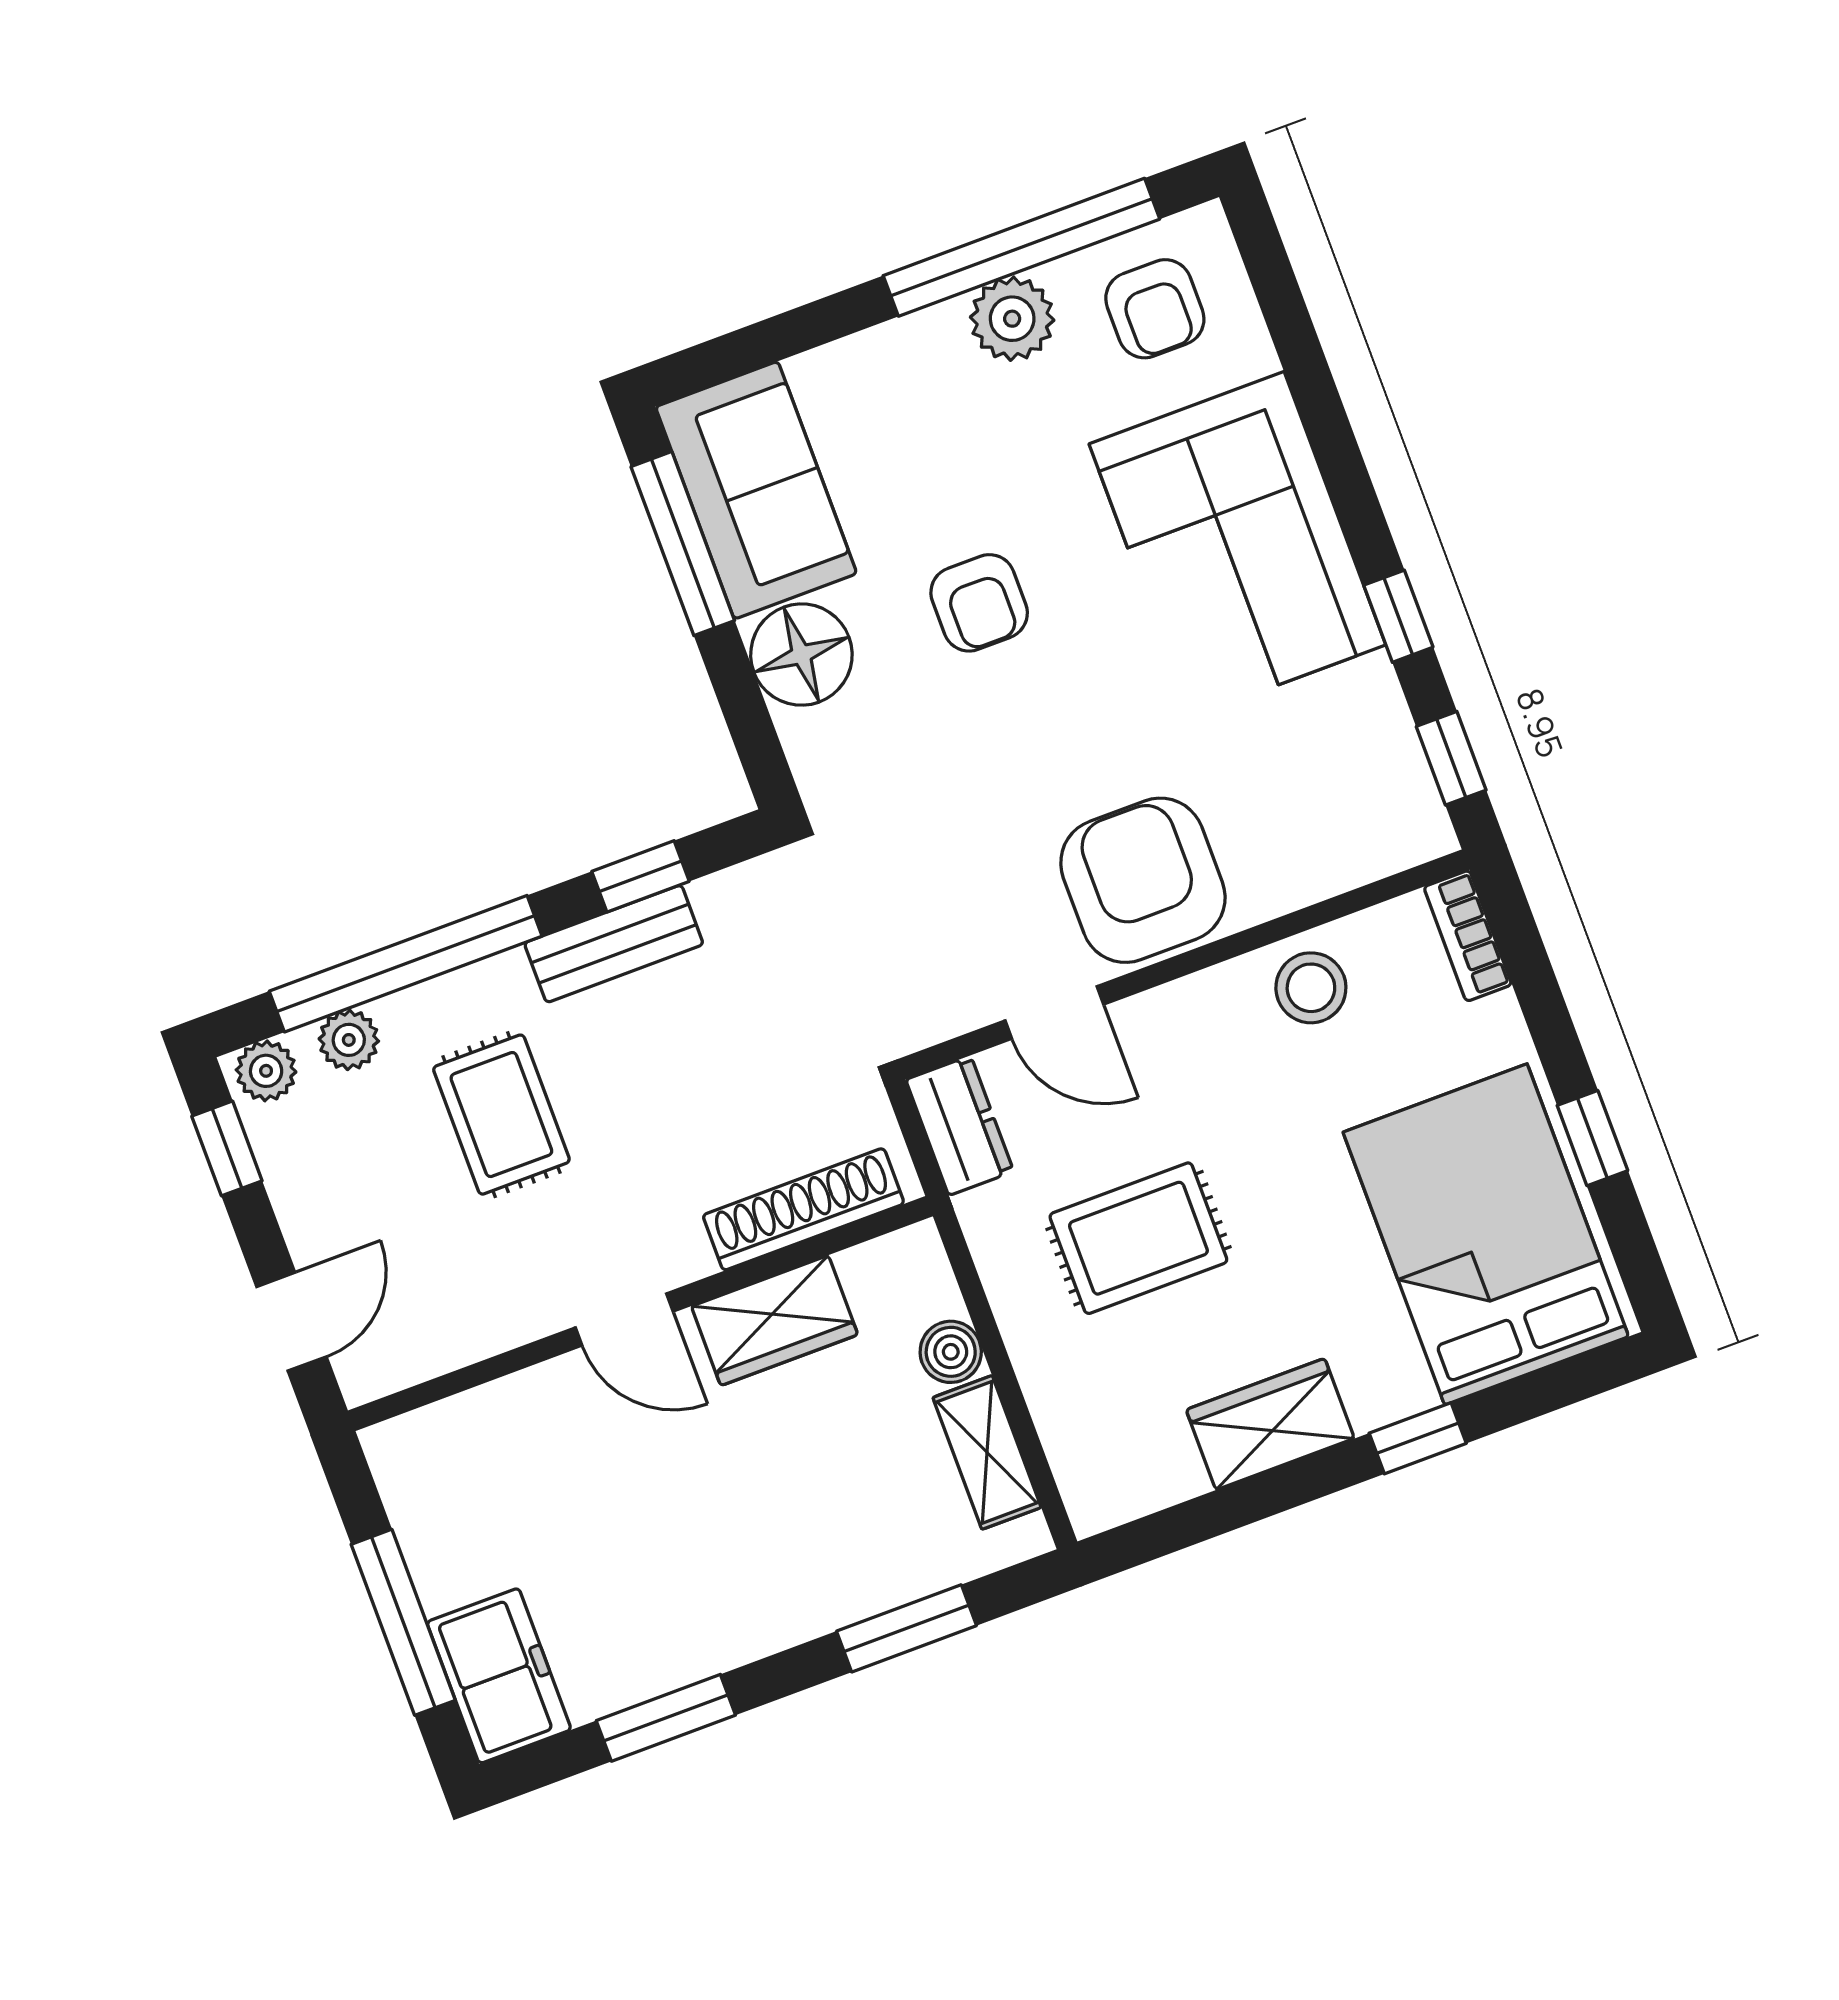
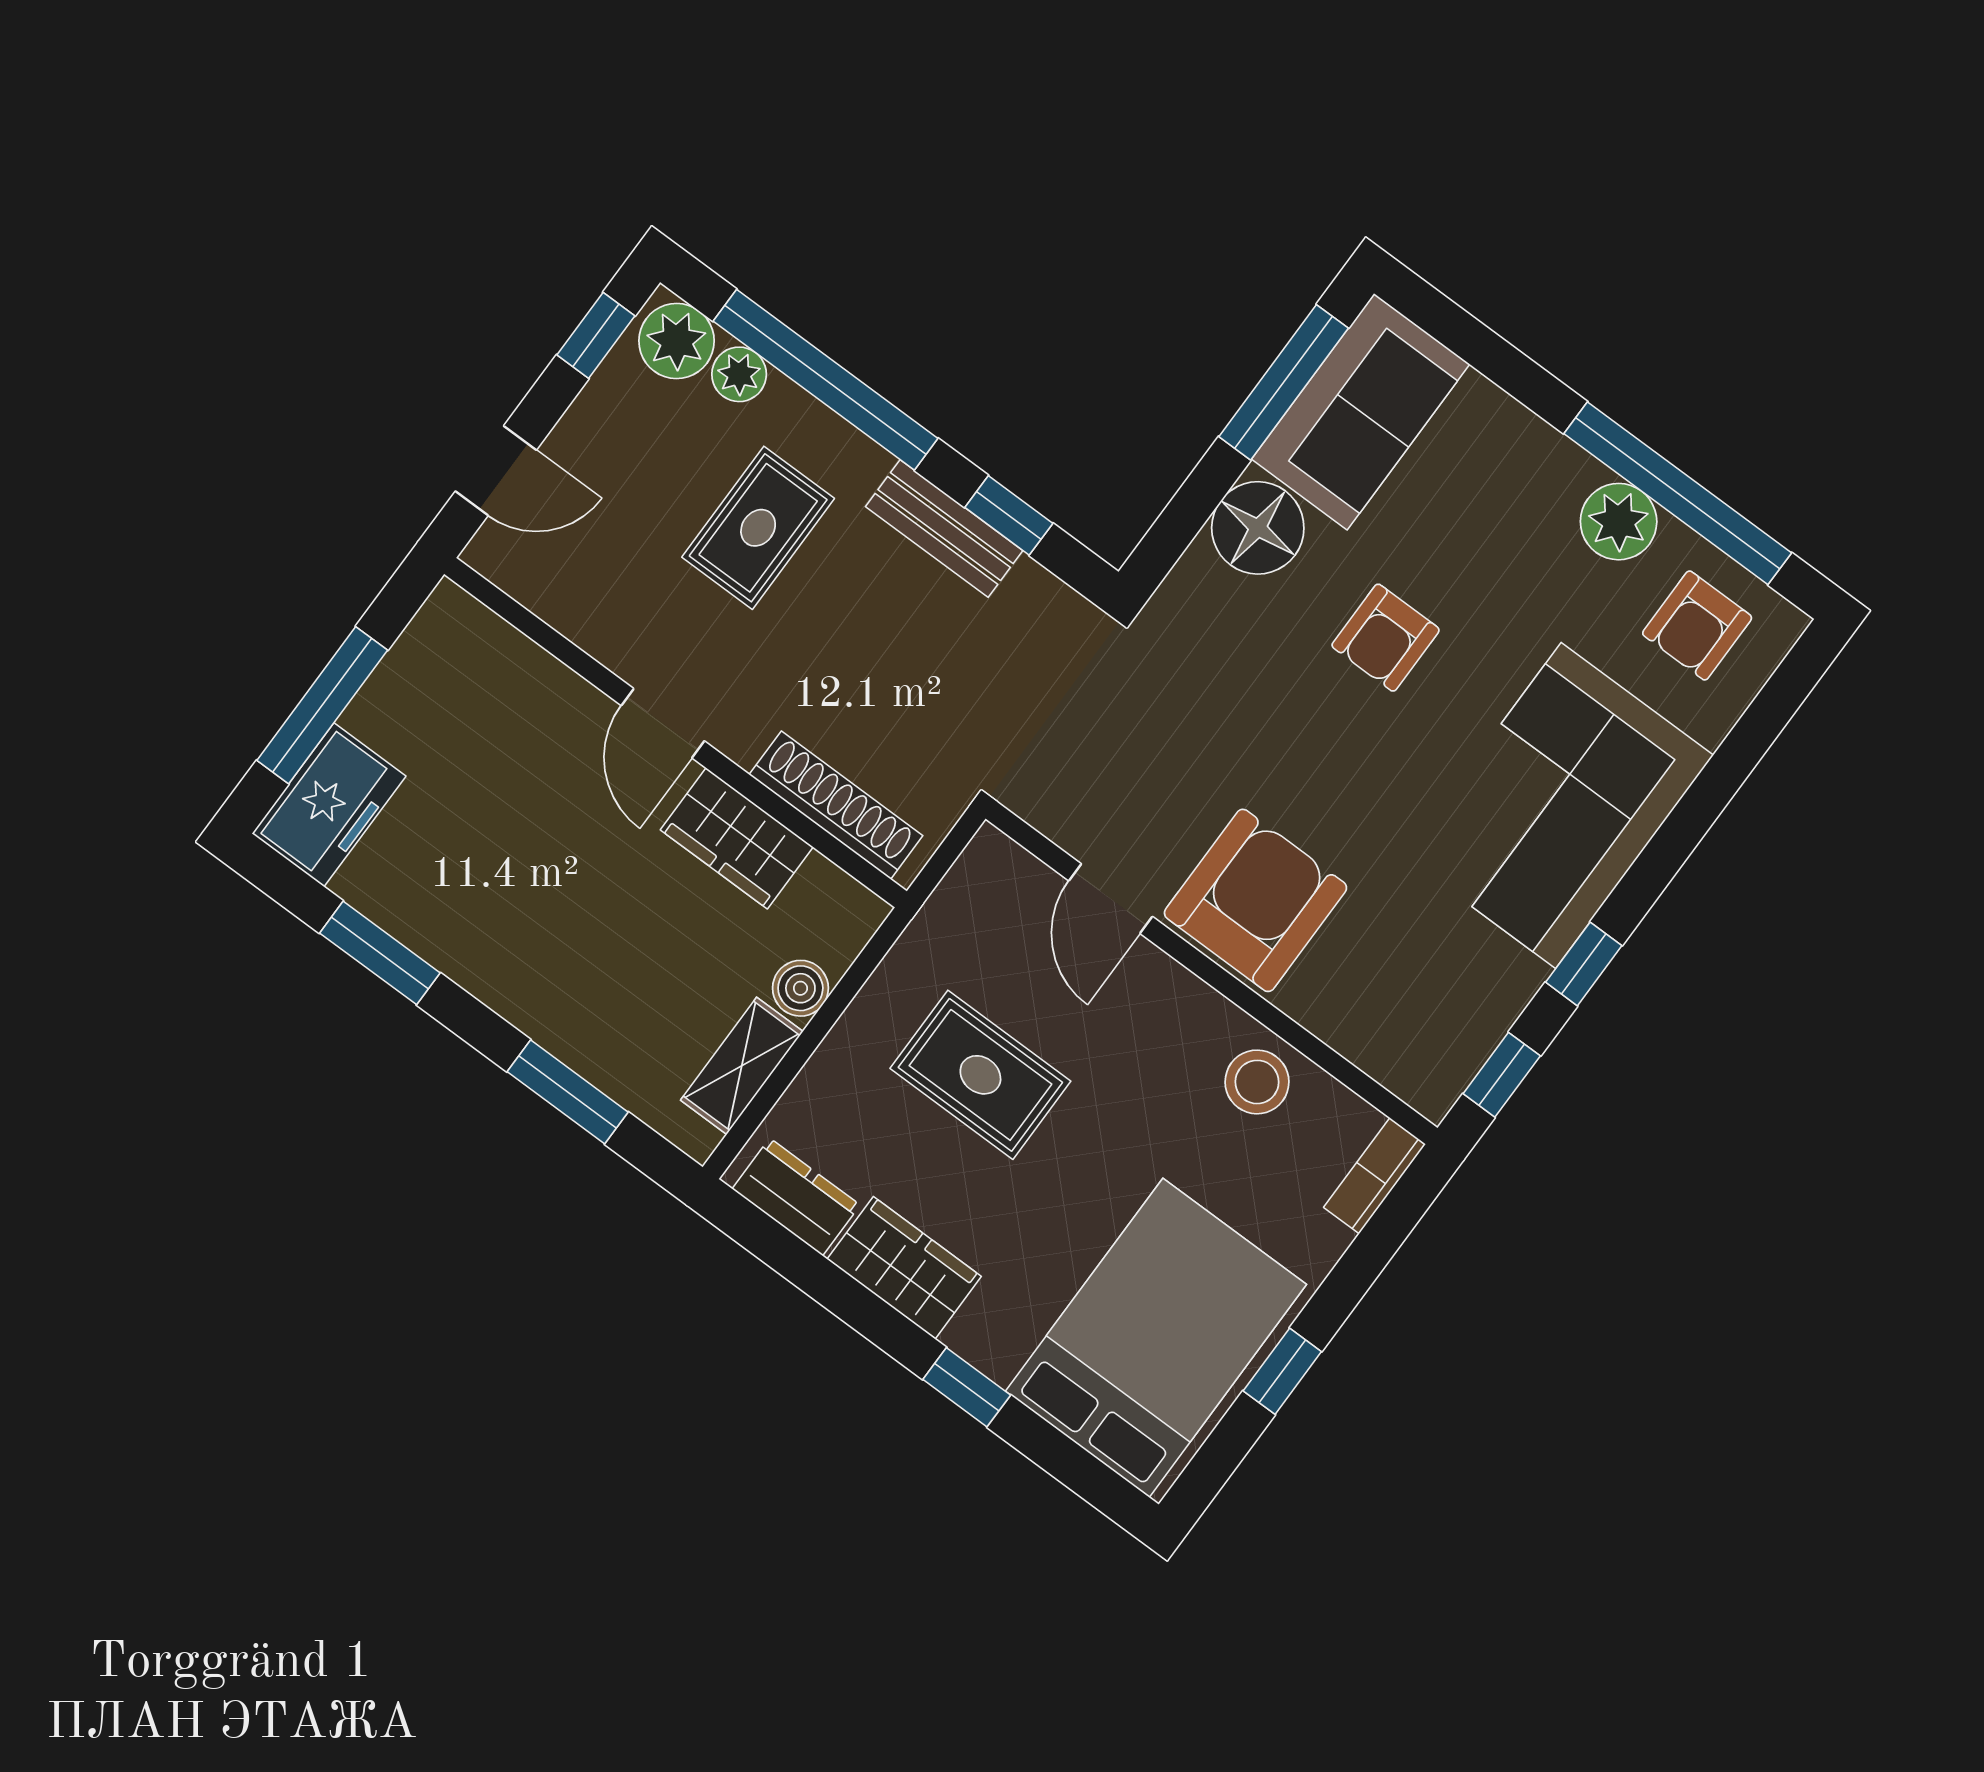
plant: (266, 1071) -> (677, 341), width x1.38, depth x1.38
dresser: (960, 1125) -> (796, 1197), moved, turned -90

